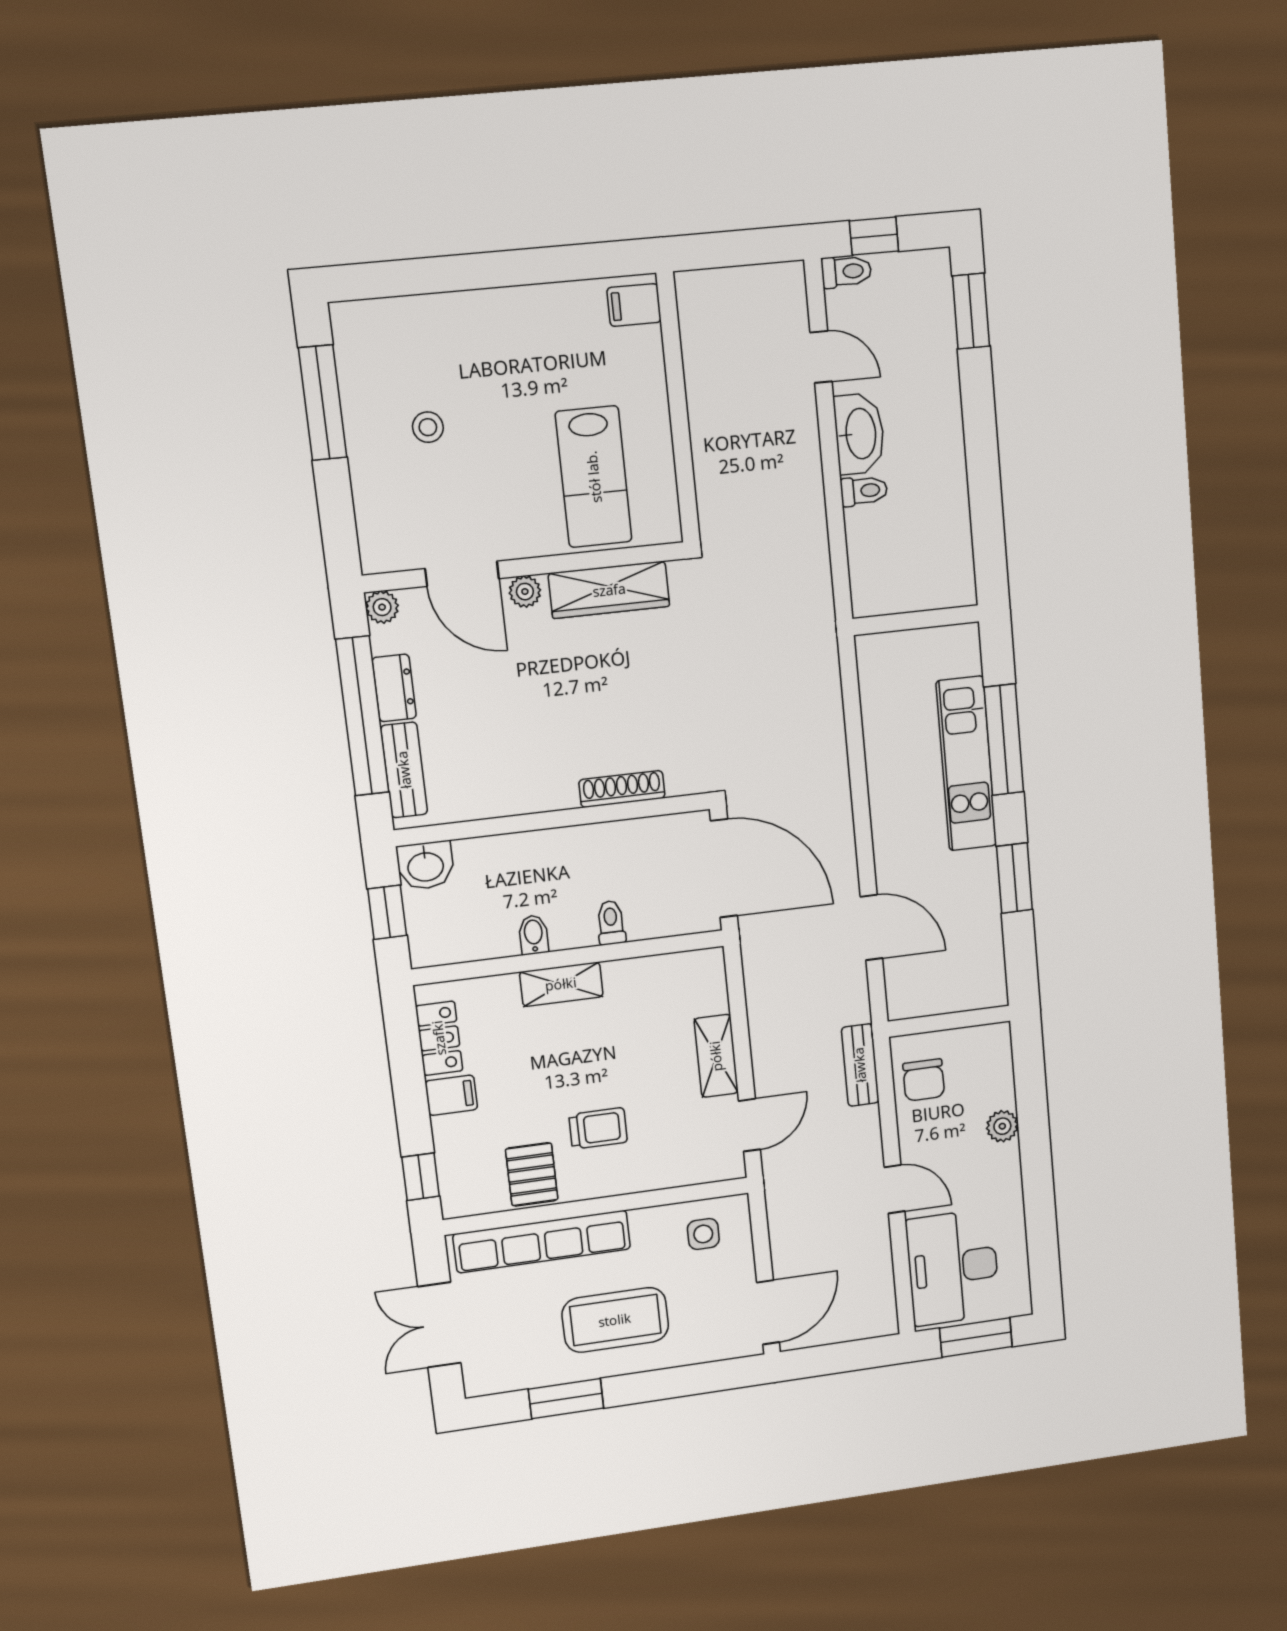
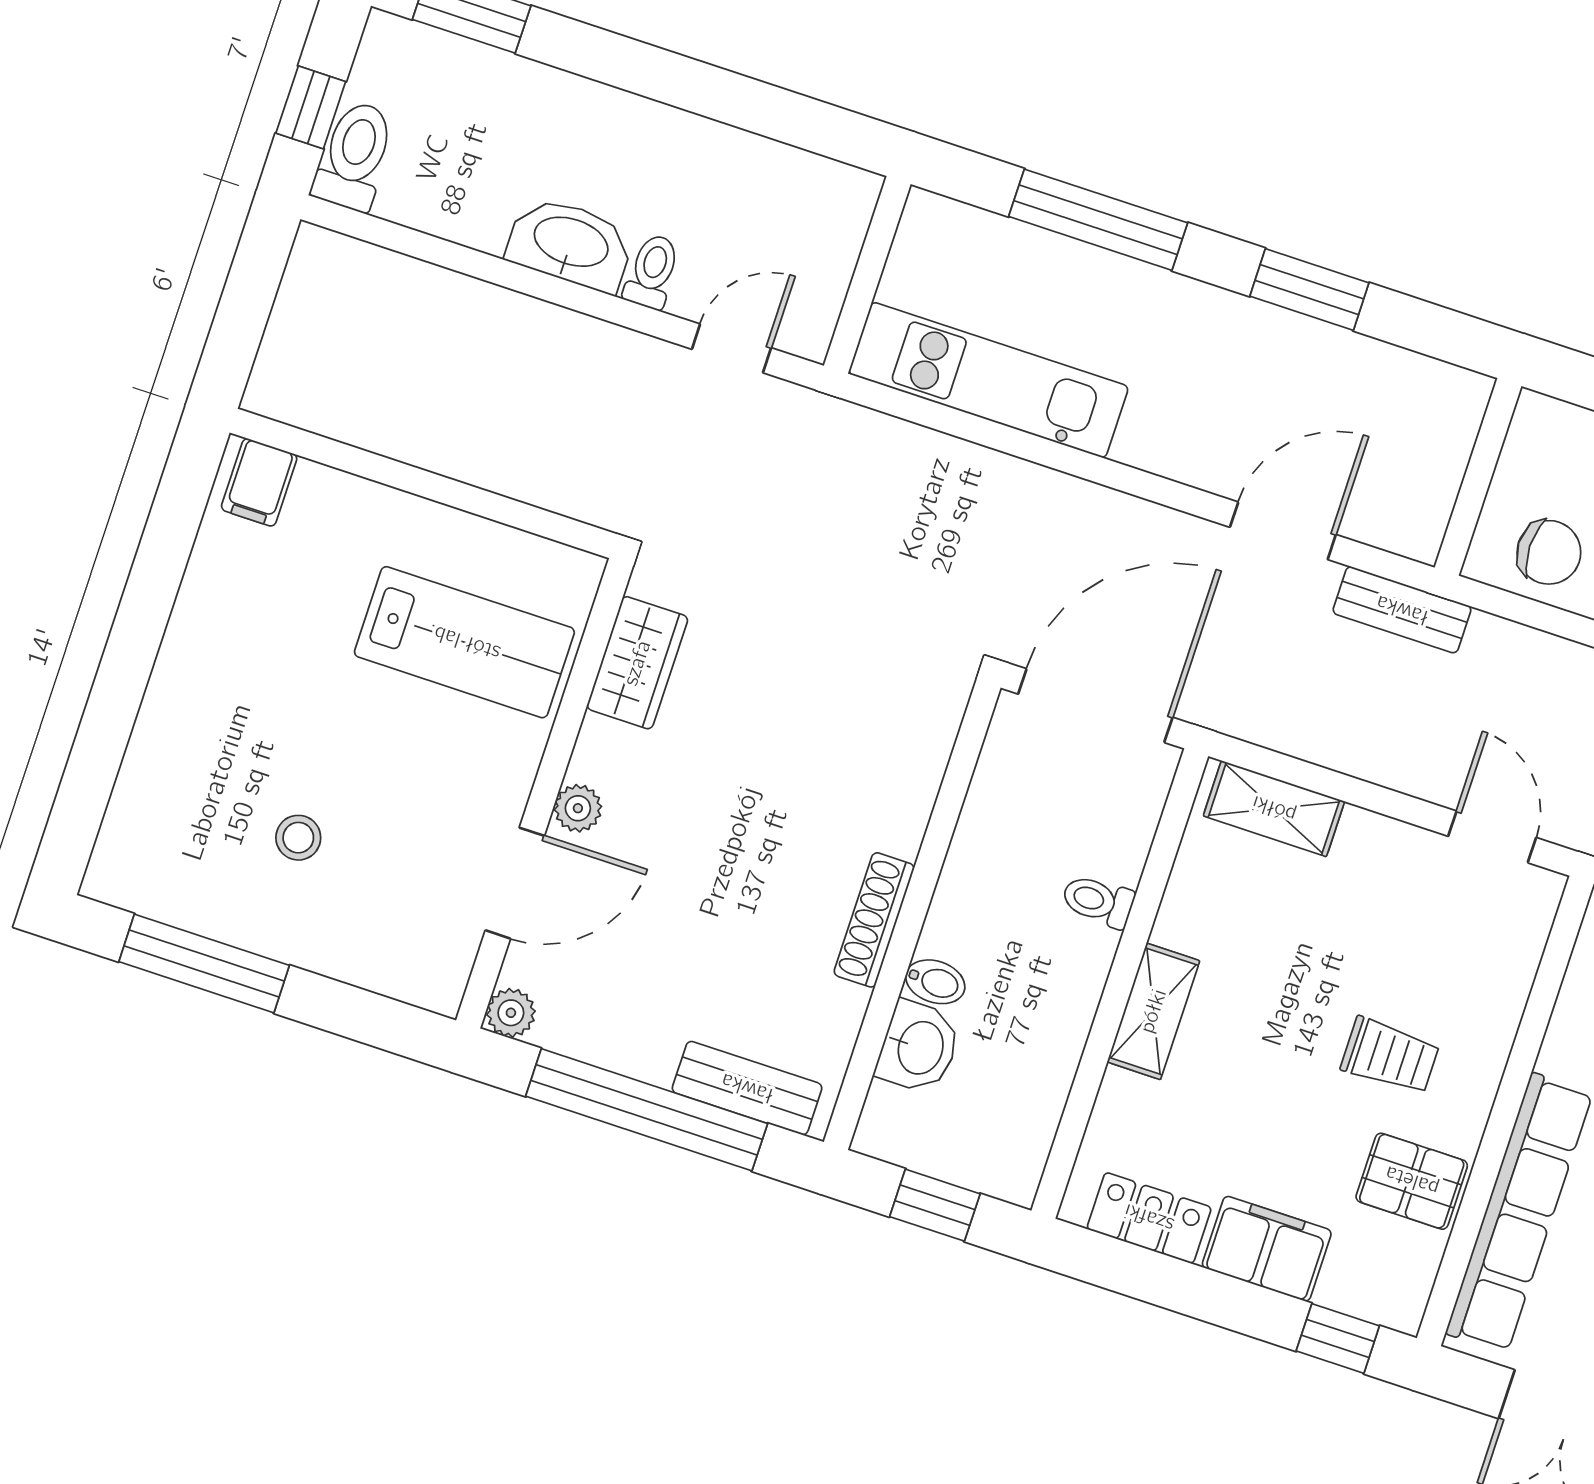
toilet: (846, 271) -> (354, 156), width x1.37, depth x1.39
door: (821, 357) -> (731, 348), moved
wardrobe: (609, 590) -> (637, 663), width x0.67
dresser: (394, 688) -> (628, 1048), removed
kitchen unit: (966, 764) -> (988, 380), moved, turned 180
shoe rack: (622, 789) -> (874, 920), moved
washbasin: (425, 866) -> (919, 1047), moved
bidet: (534, 935) -> (935, 982), moved, turned 180
shelving: (716, 1056) -> (1274, 809), moved
bench: (860, 1065) -> (1402, 610), moved
filing cabinet: (451, 1095) -> (1267, 1249), width x2.00
trolley: (598, 1128) -> (1390, 1056), turned 90

